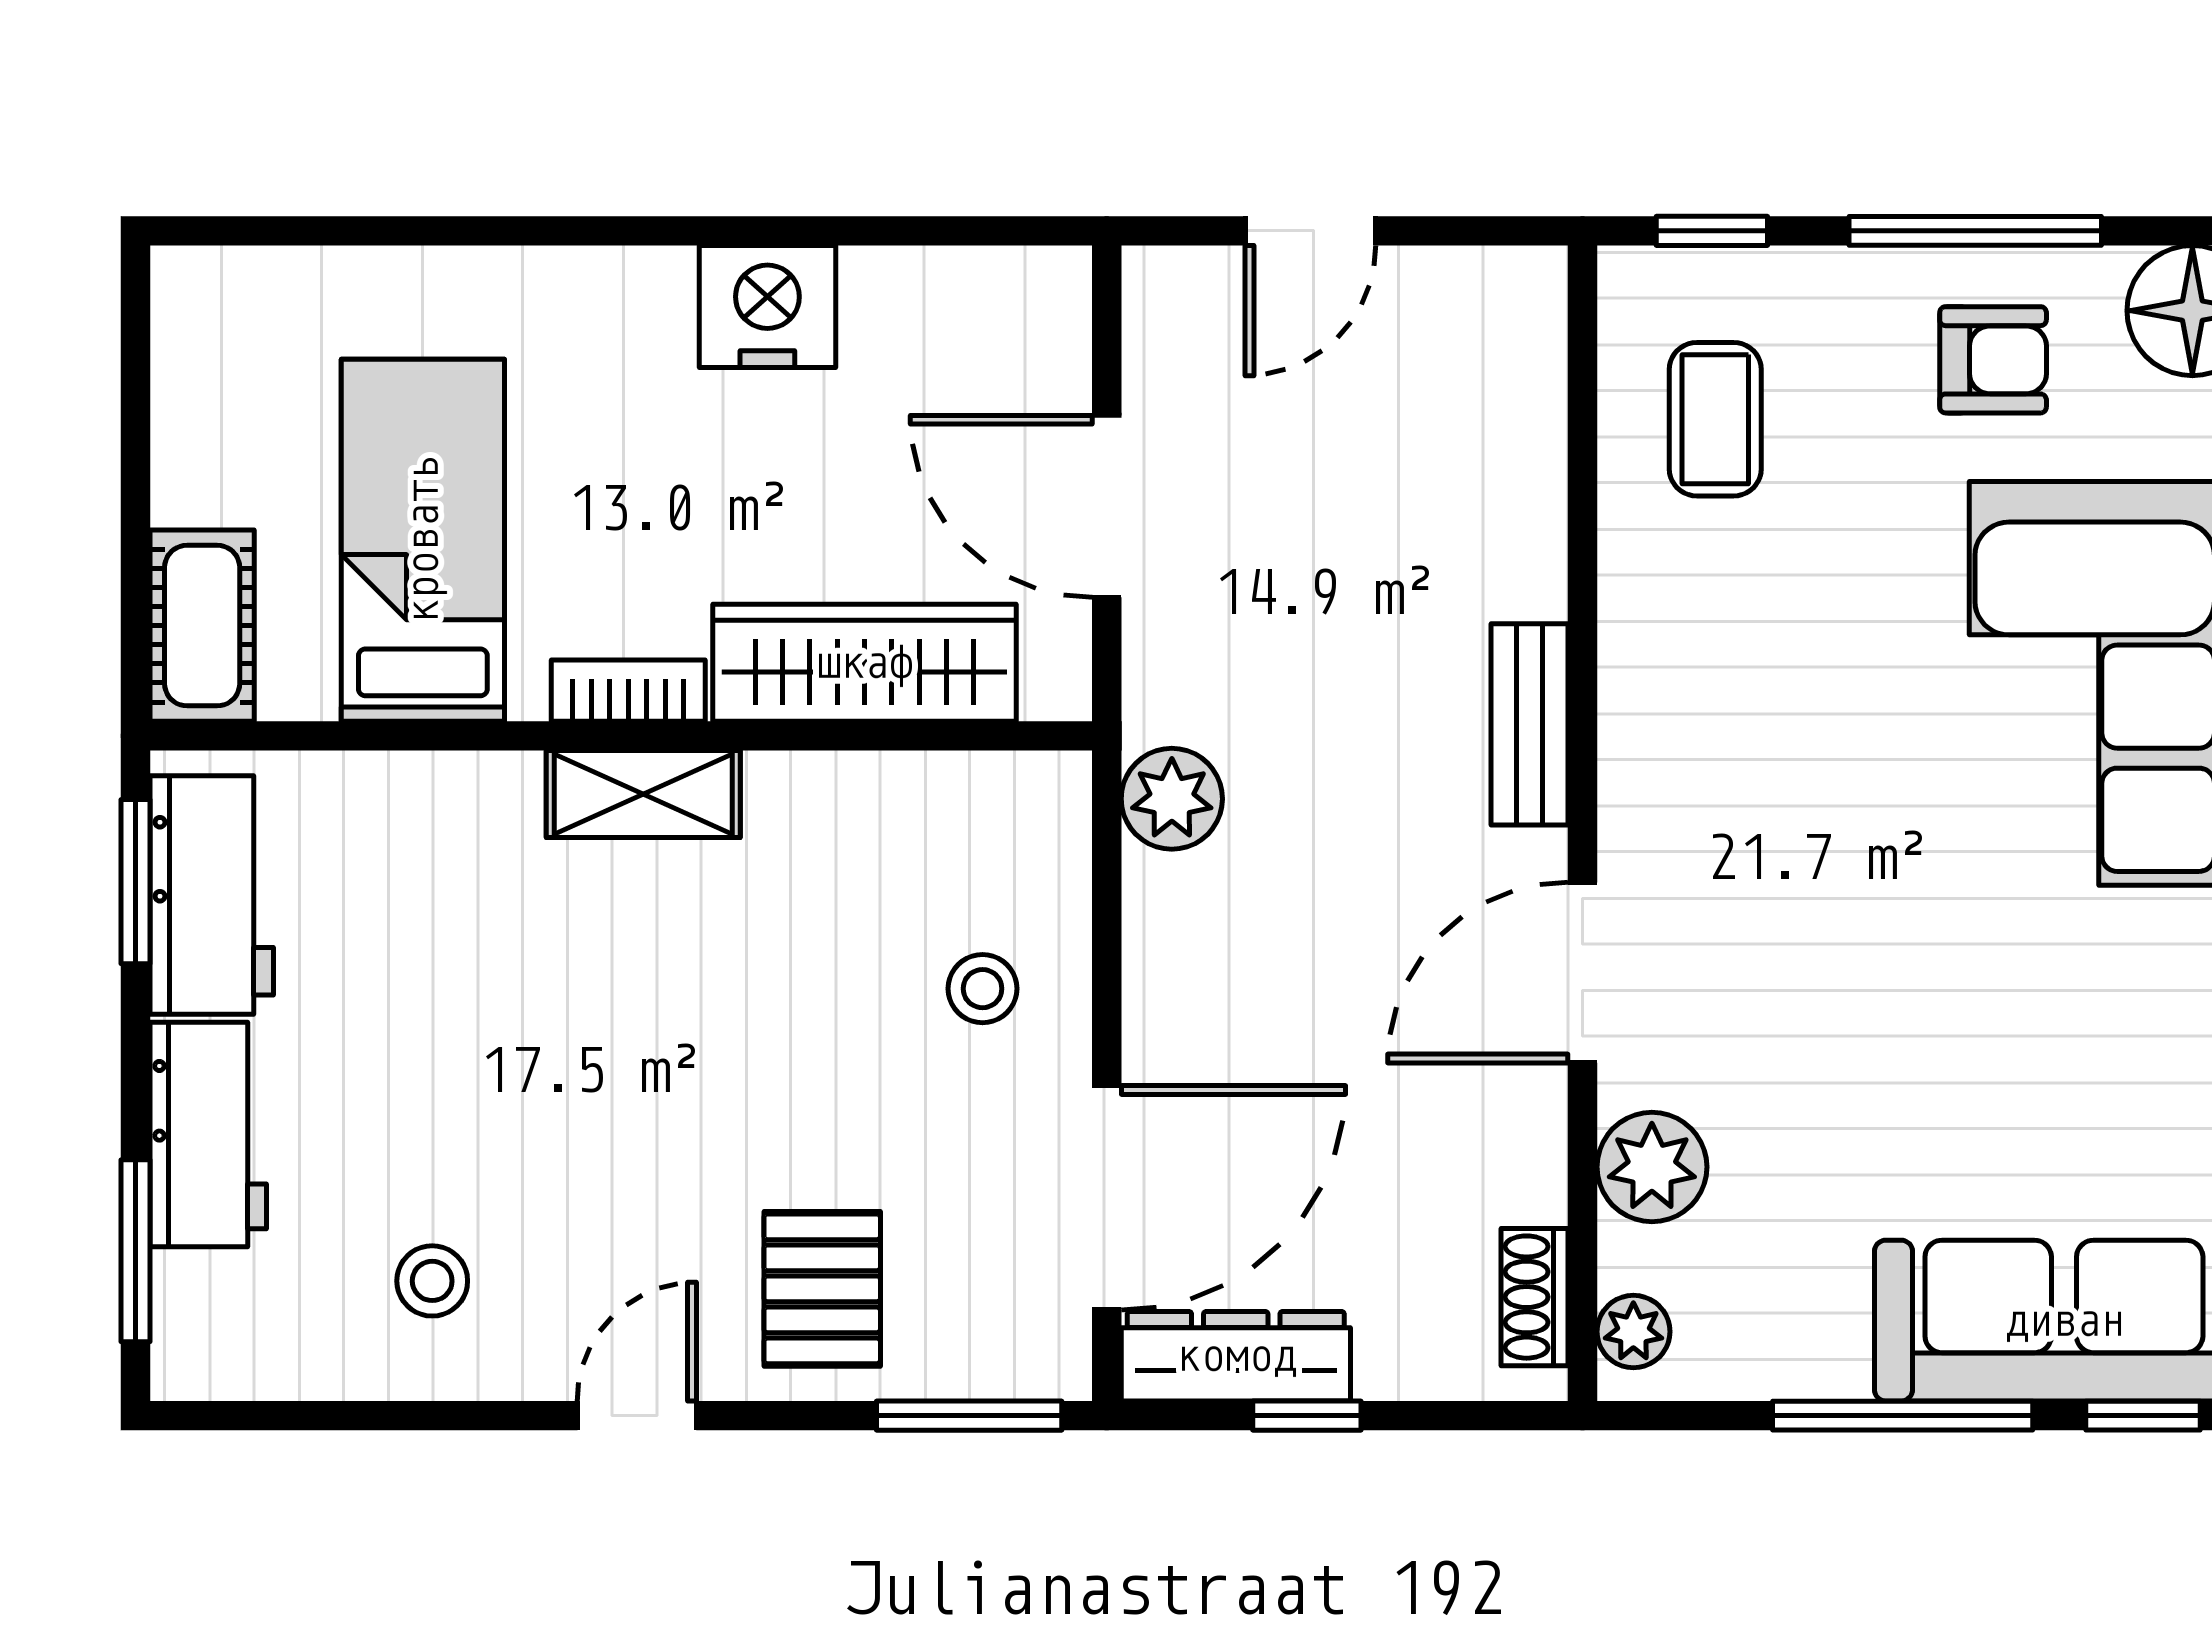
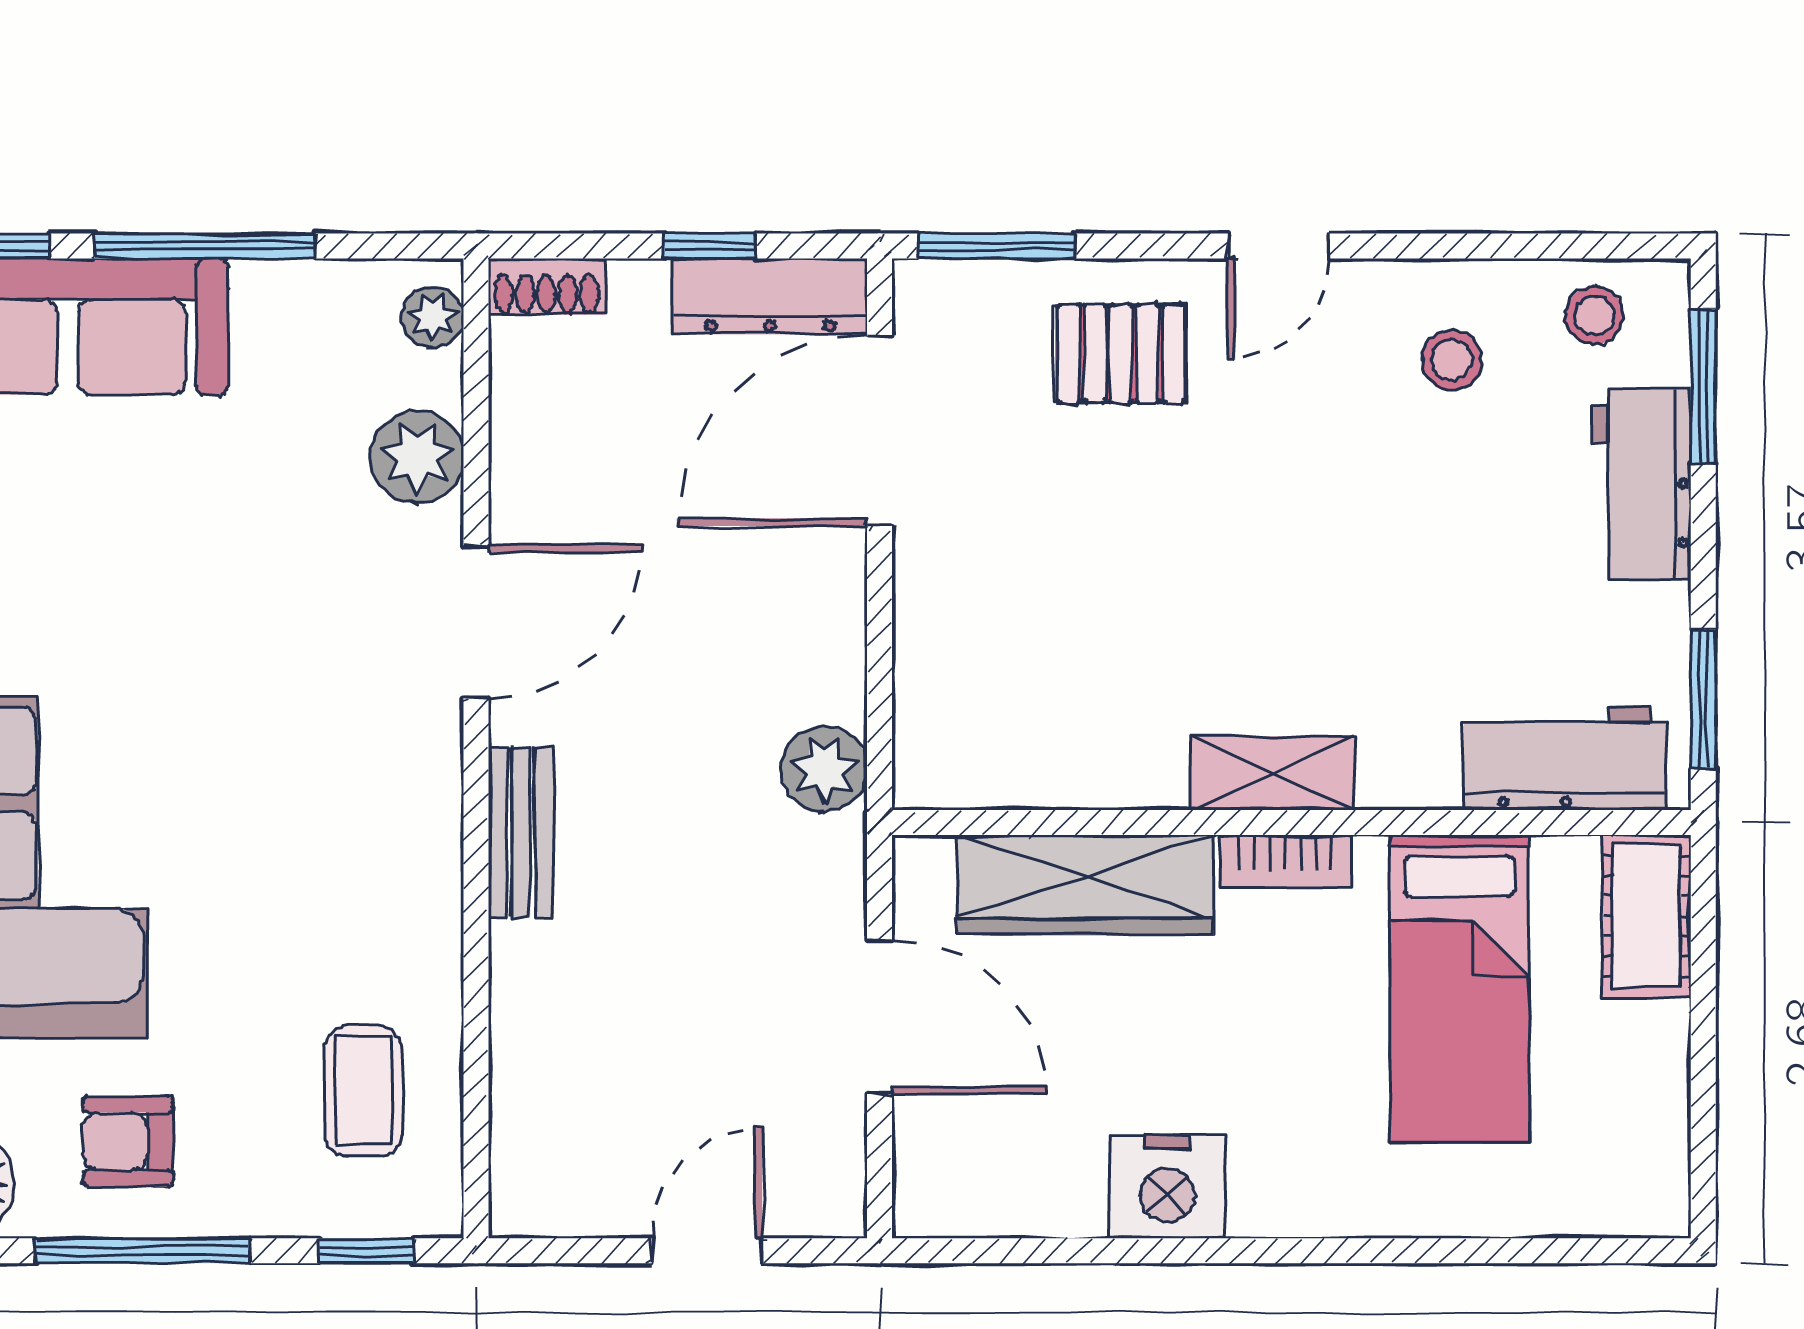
workbench: (212, 895) -> (1565, 758), moved, turned 90
stool: (983, 989) -> (1594, 315), moved
pallet: (822, 1289) -> (1121, 354), turned 90
shoe rack: (1535, 1297) -> (547, 287), moved, turned 90

